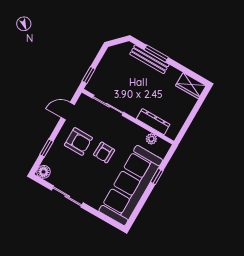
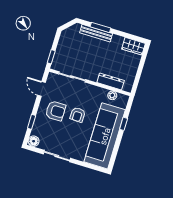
door: (68, 111) -> (41, 89), hinge flipped

